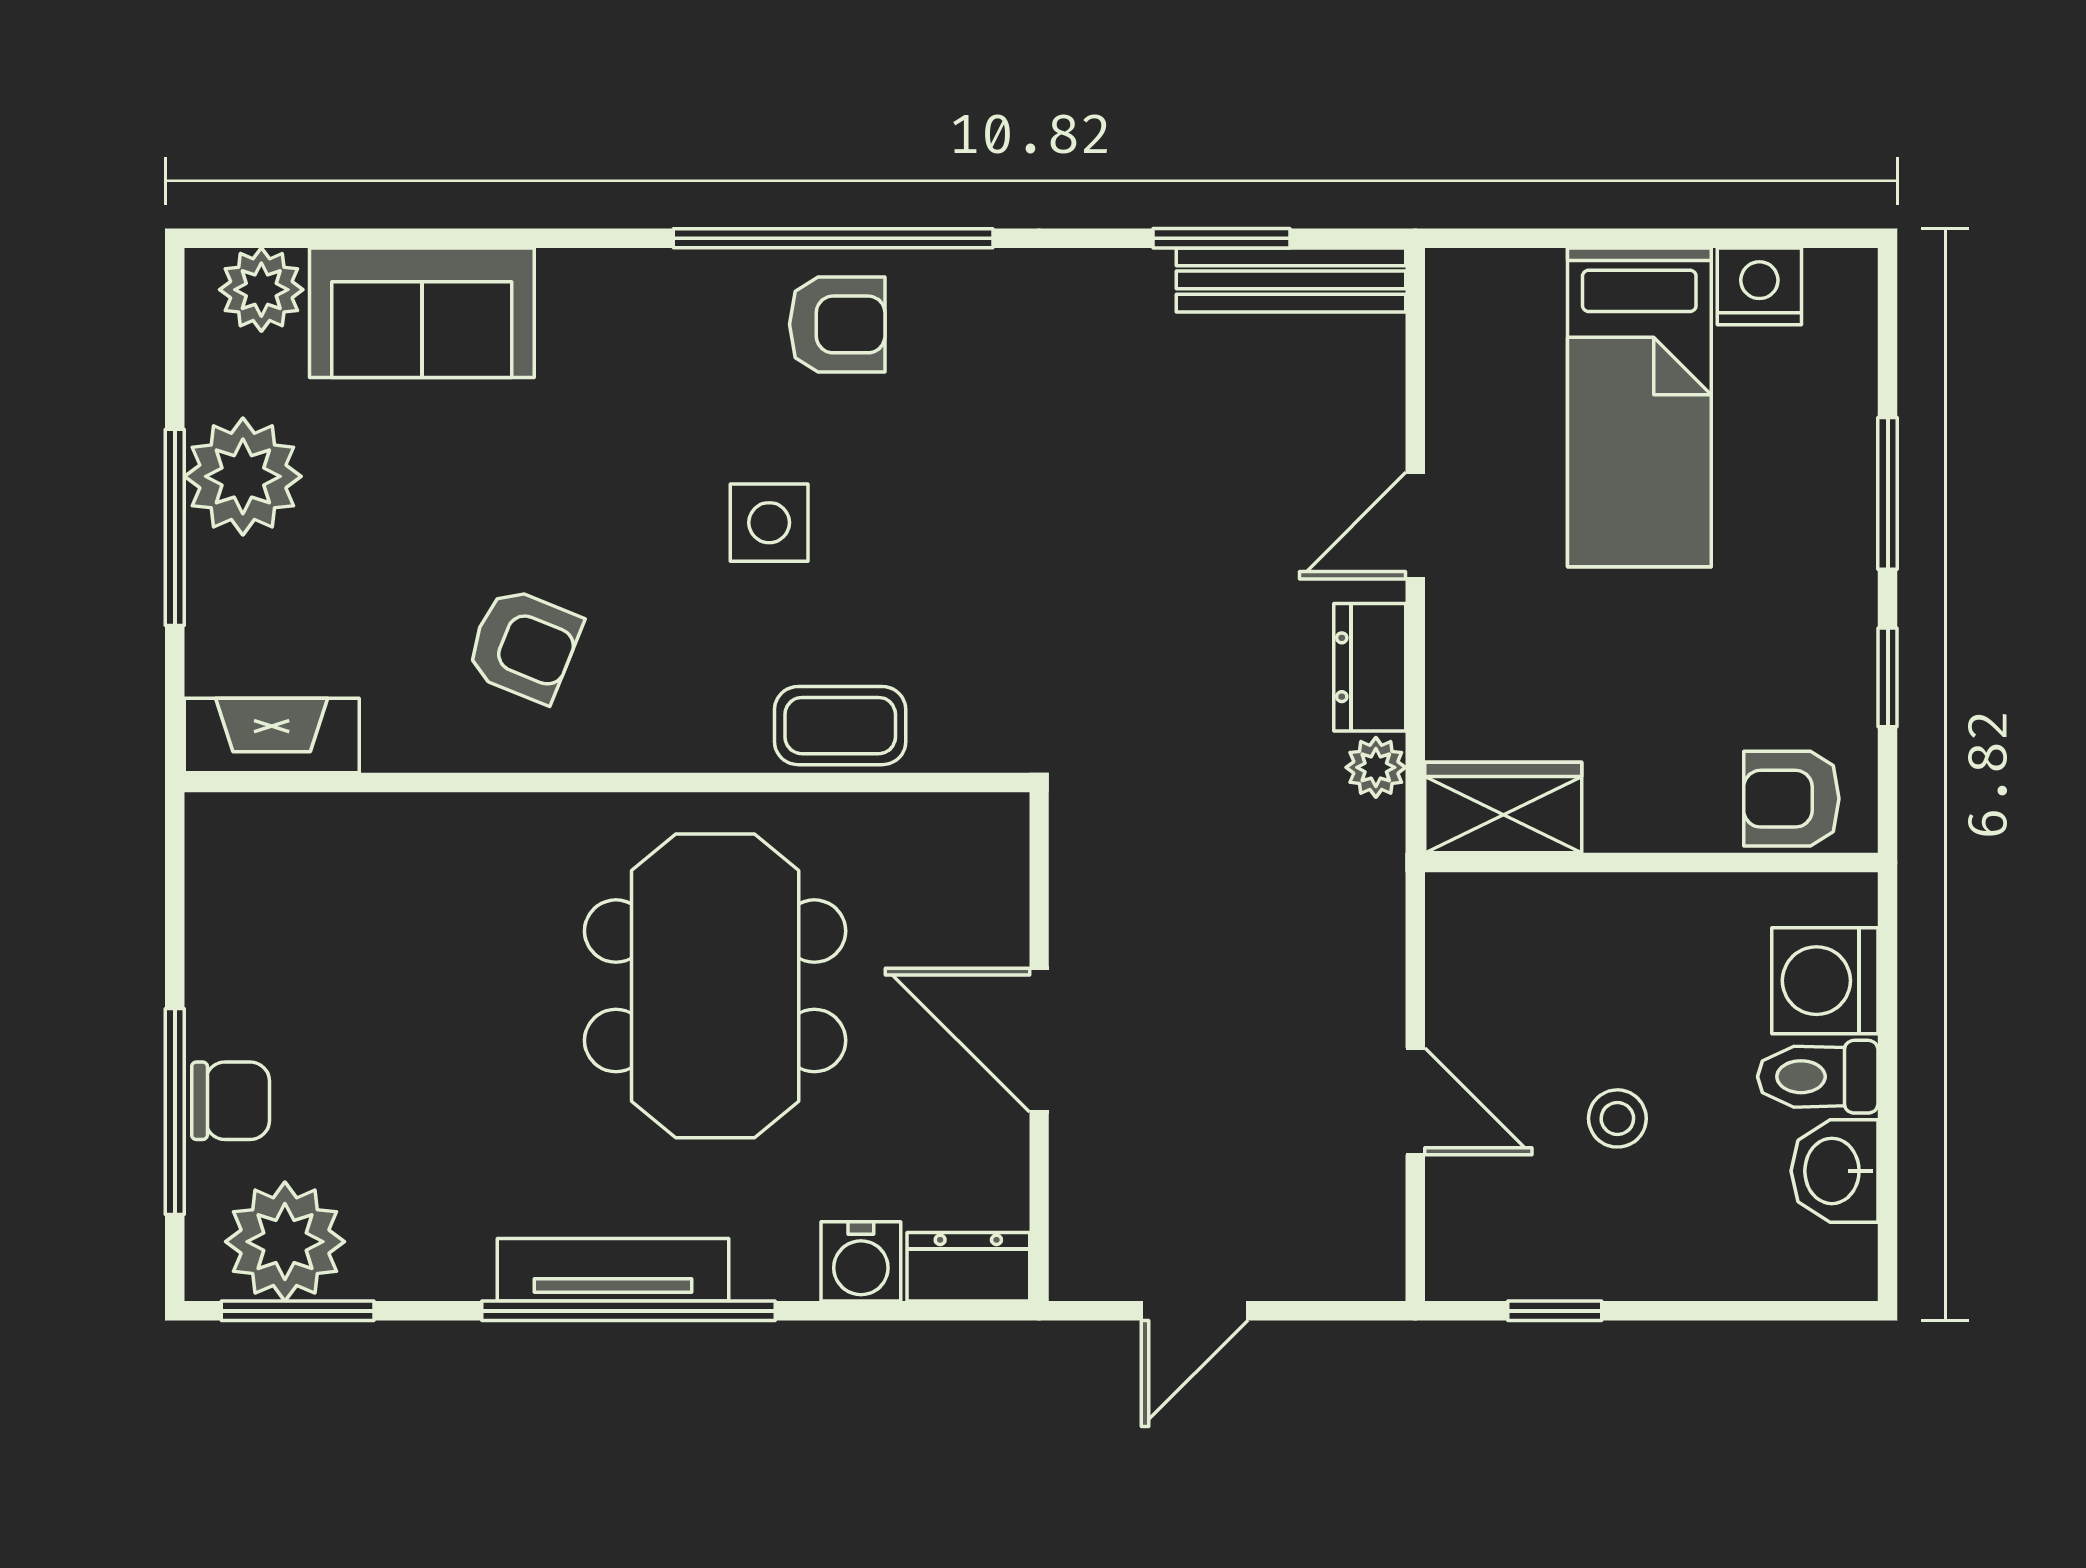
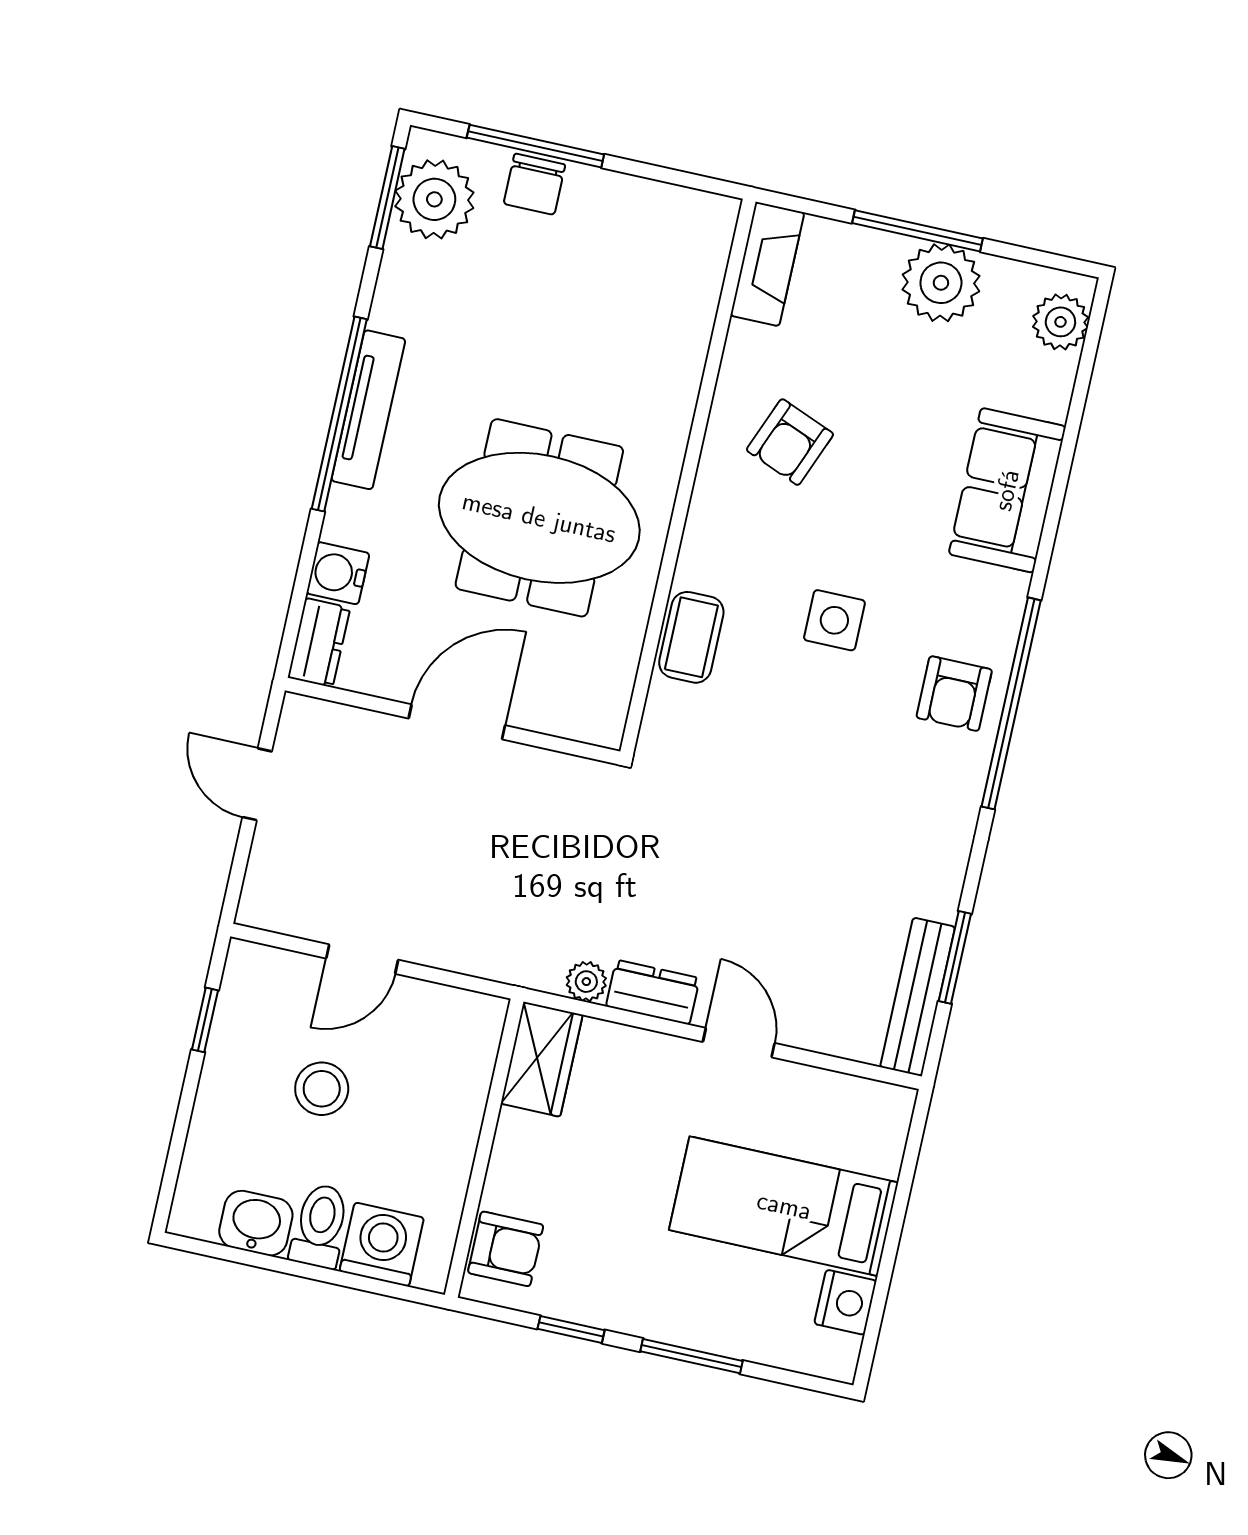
sofa: (422, 313) -> (1007, 490), moved
armchair: (1791, 799) -> (506, 1249), turned 90
stool: (1617, 1118) -> (322, 1089), width x1.37, depth x1.37

